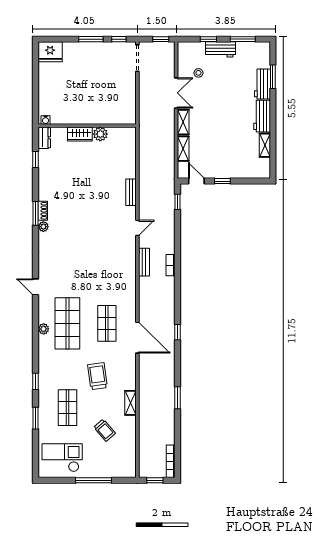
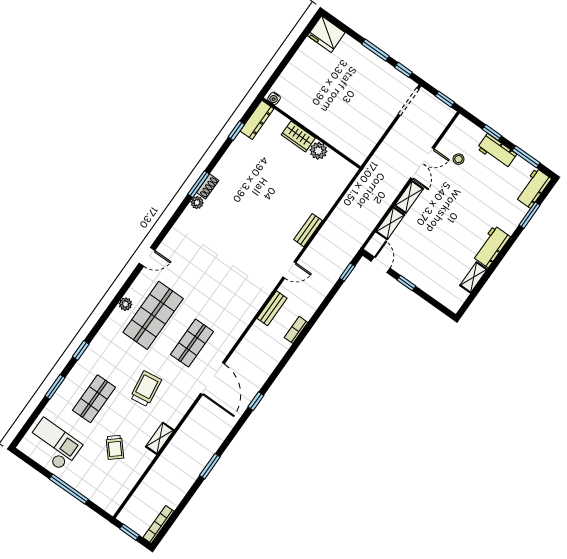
workbench: (262, 84) -> (533, 188), moved
dresser: (44, 138) -> (257, 120), width x1.44
door: (36, 287) -> (147, 257), swing flipped

